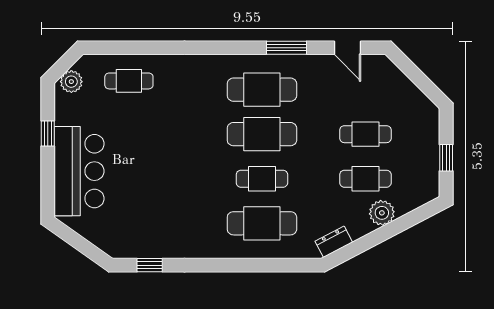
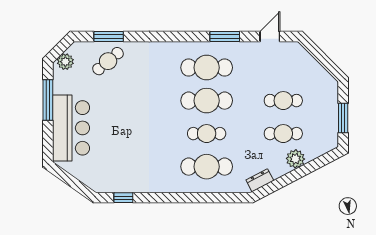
window: (130, 48) -> (109, 36), added
door: (347, 48) -> (270, 36), swing flipped
cafe table: (129, 81) -> (108, 61), turned -40
window: (48, 133) -> (48, 100), width x2.17
window: (446, 158) -> (343, 118), width x1.50

